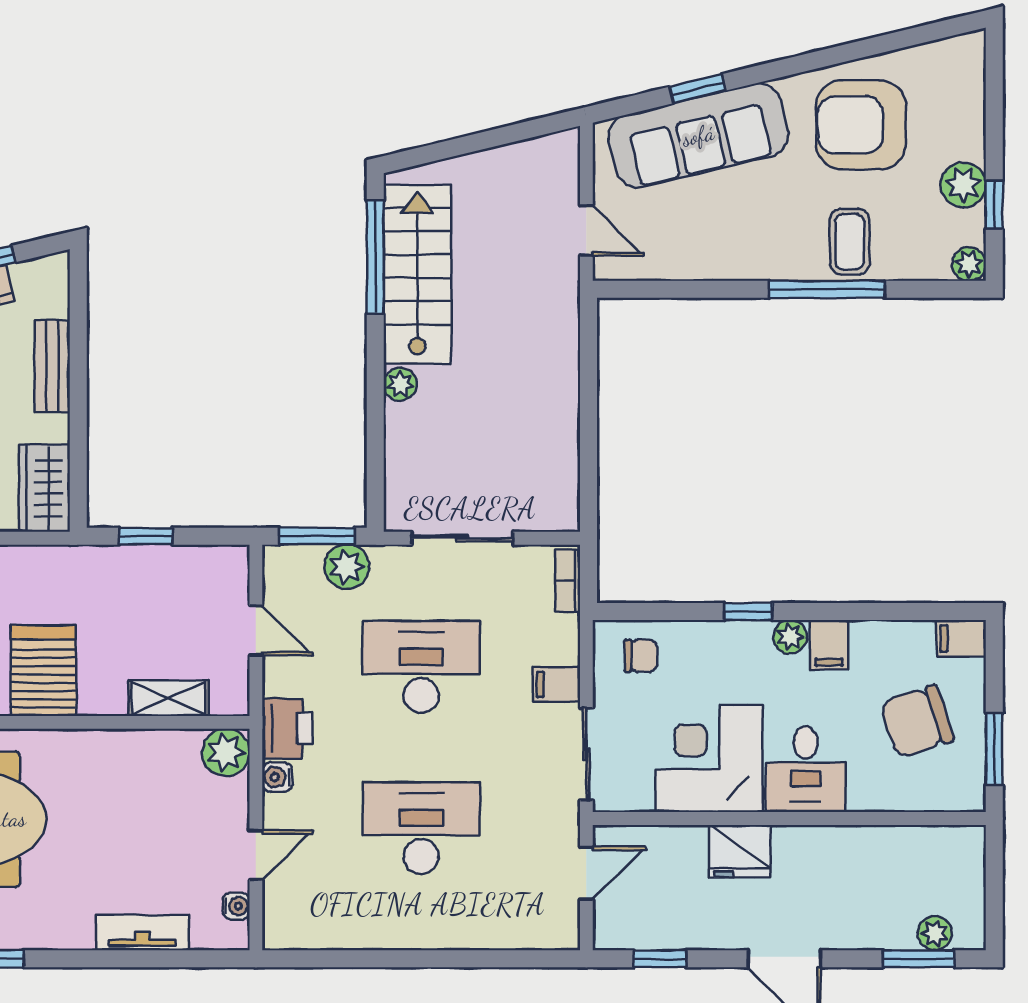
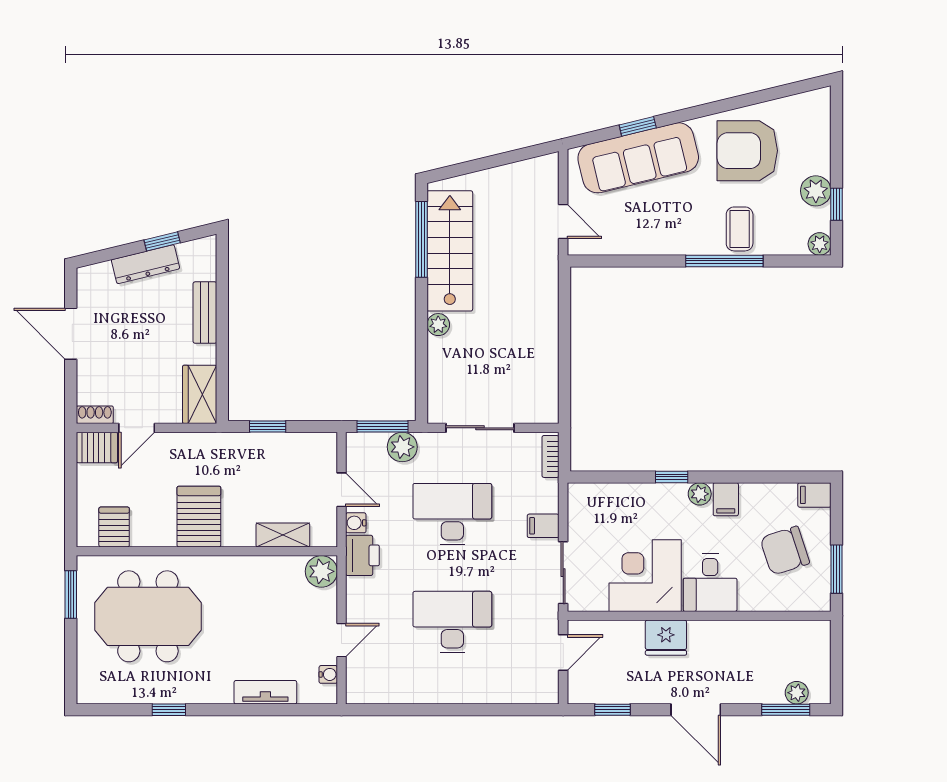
chair: (641, 656) -> (600, 507), removed
water cooler: (277, 777) -> (356, 523), moved

